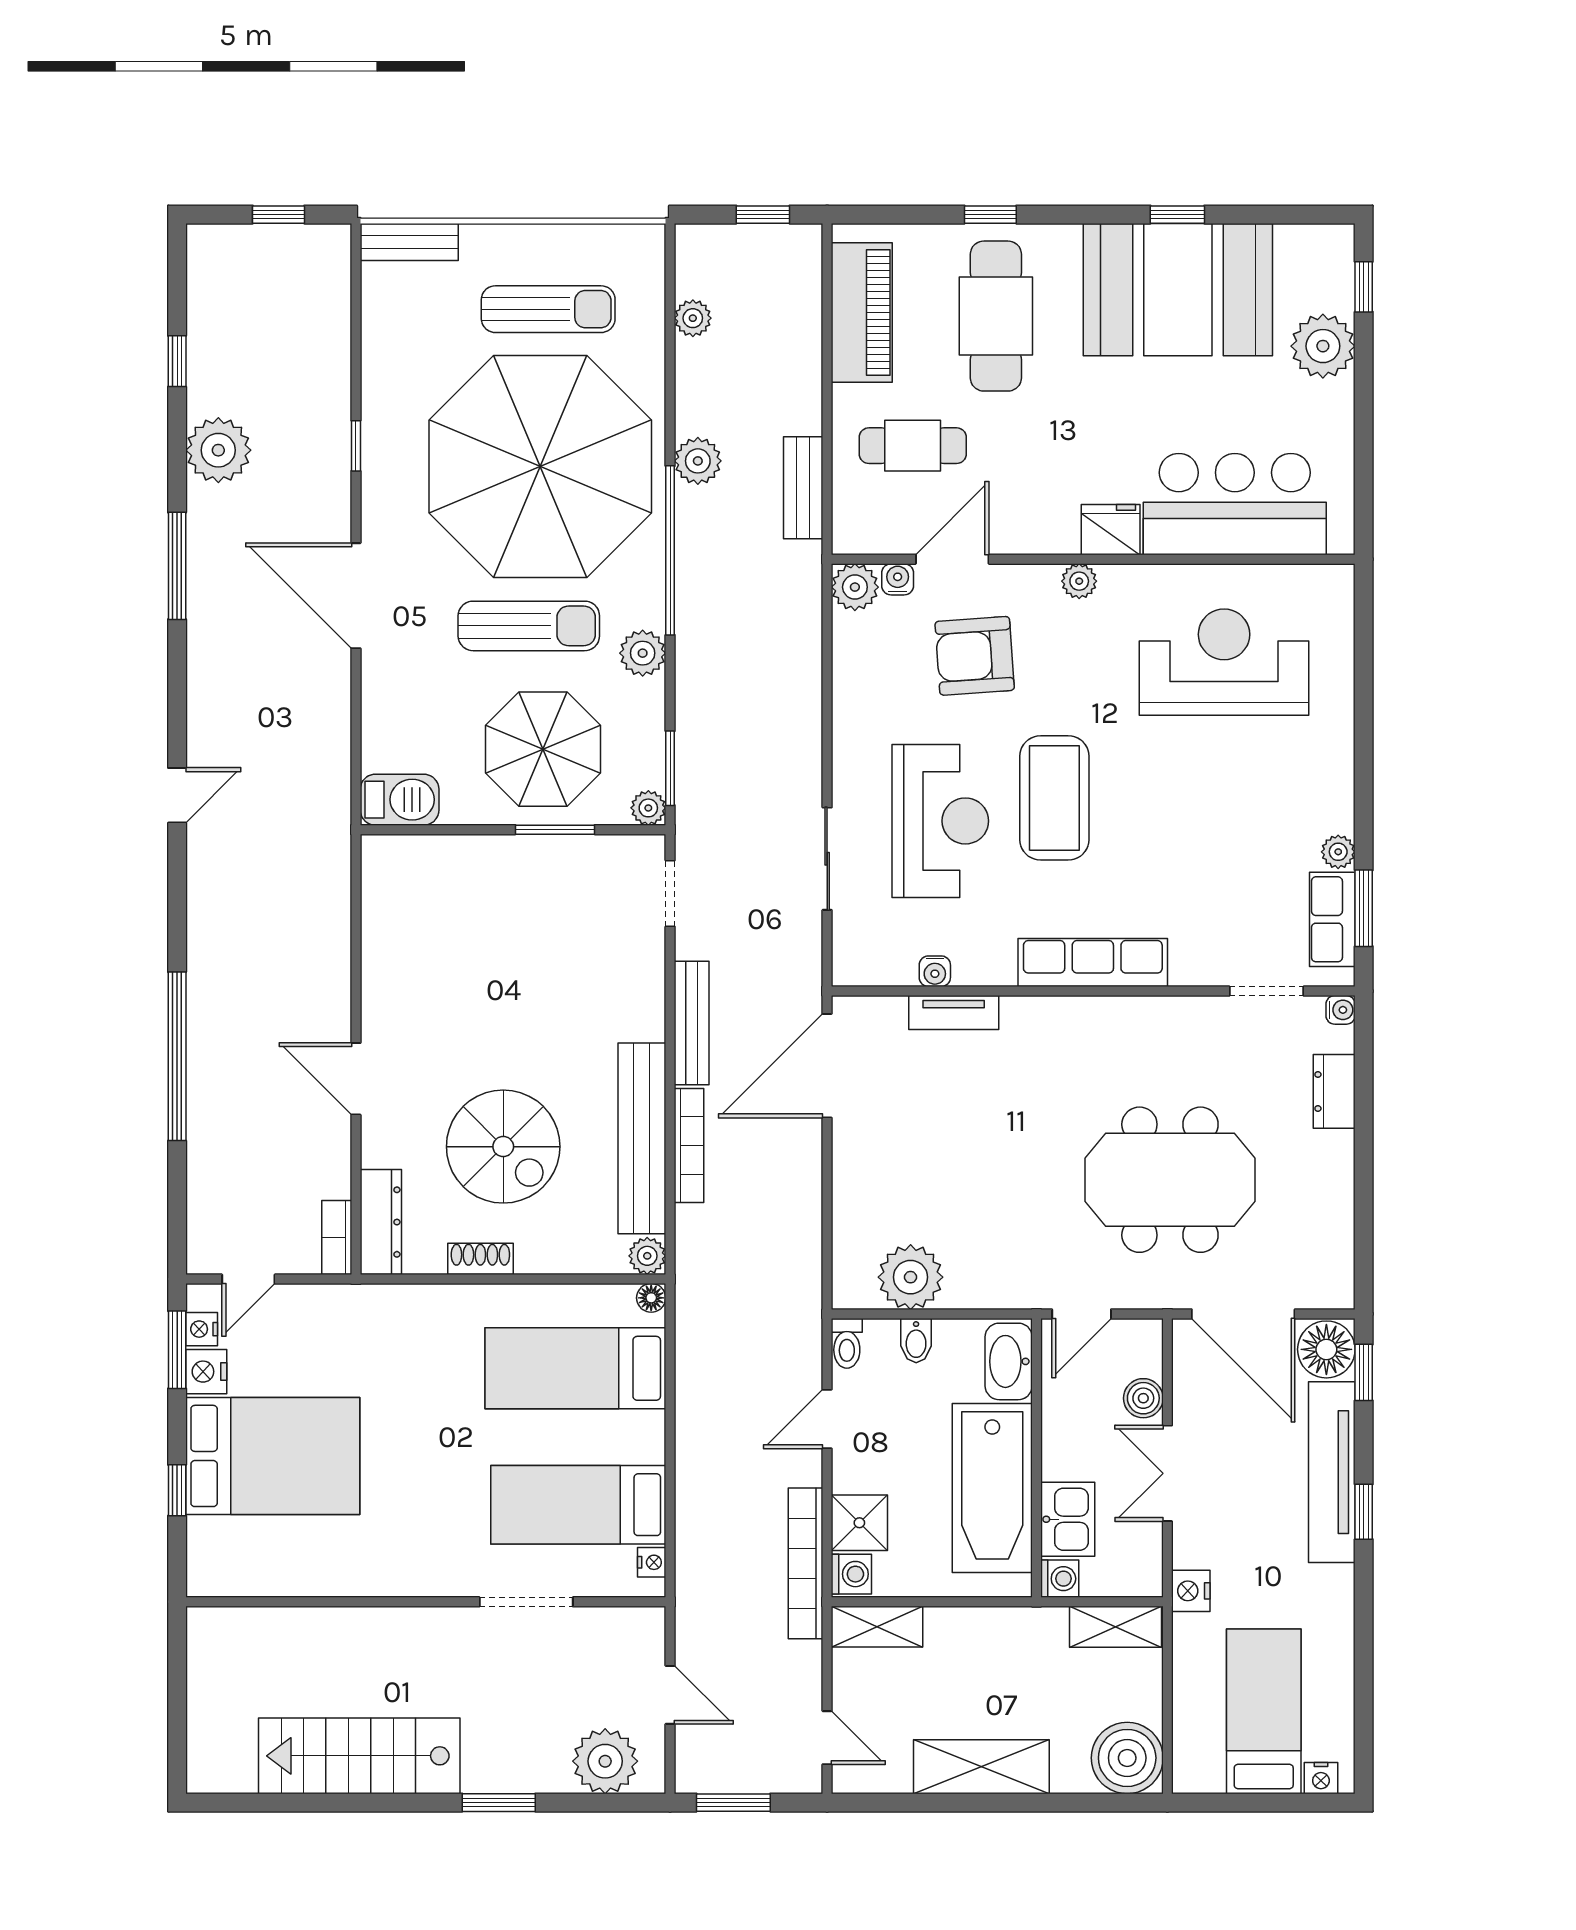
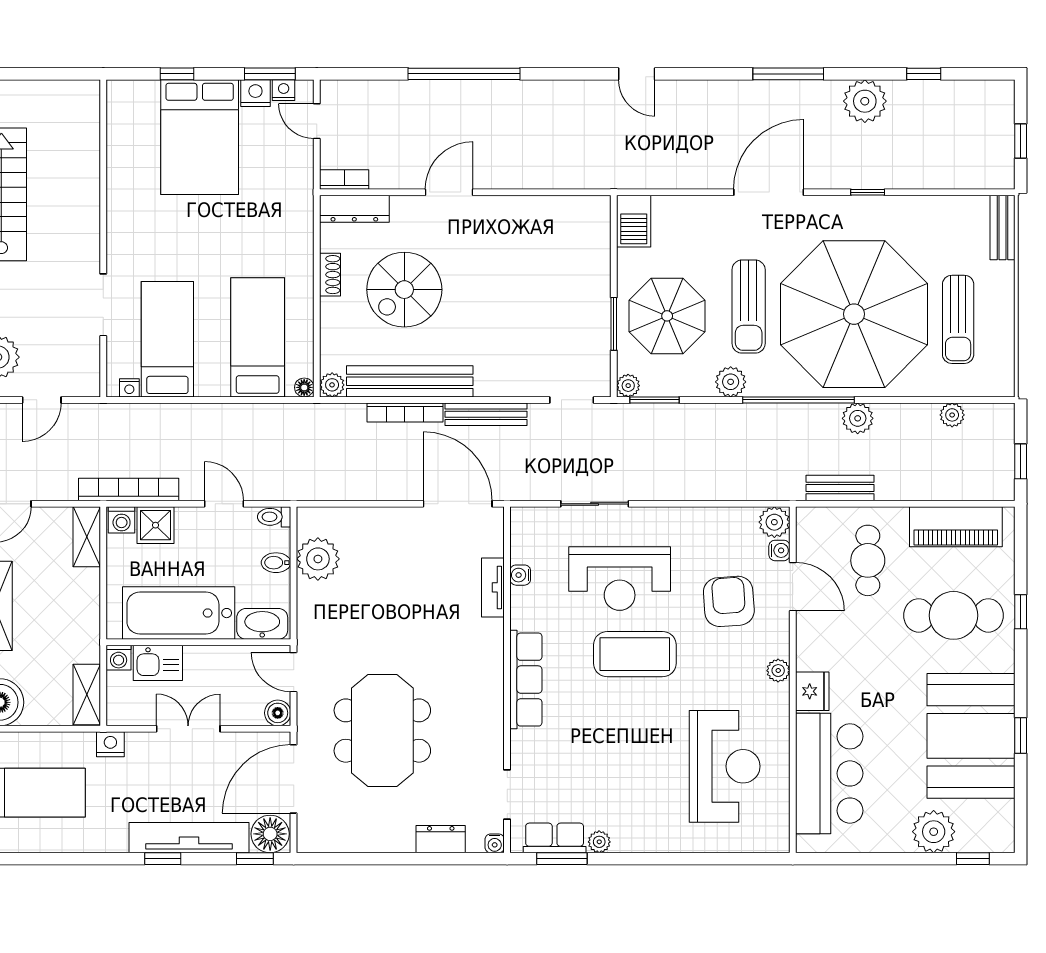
boiler: (1143, 1398) -> (278, 713), moved

